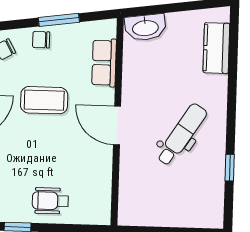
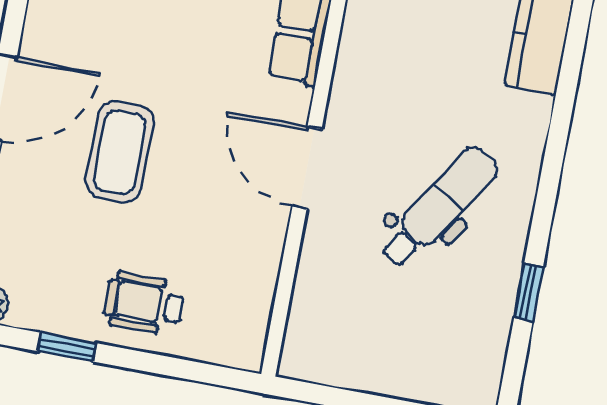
coffee table: (44, 100) -> (120, 152), moved, turned 90

